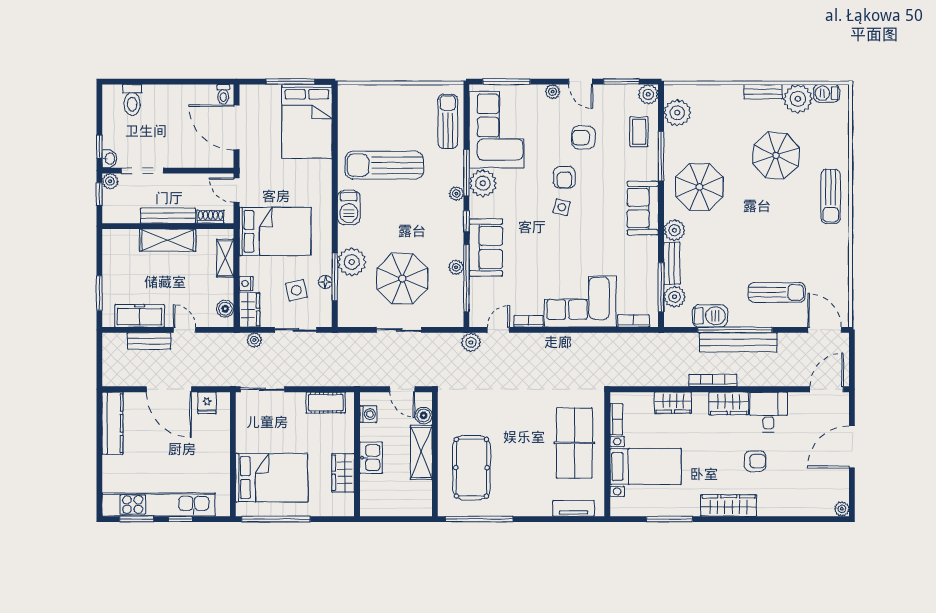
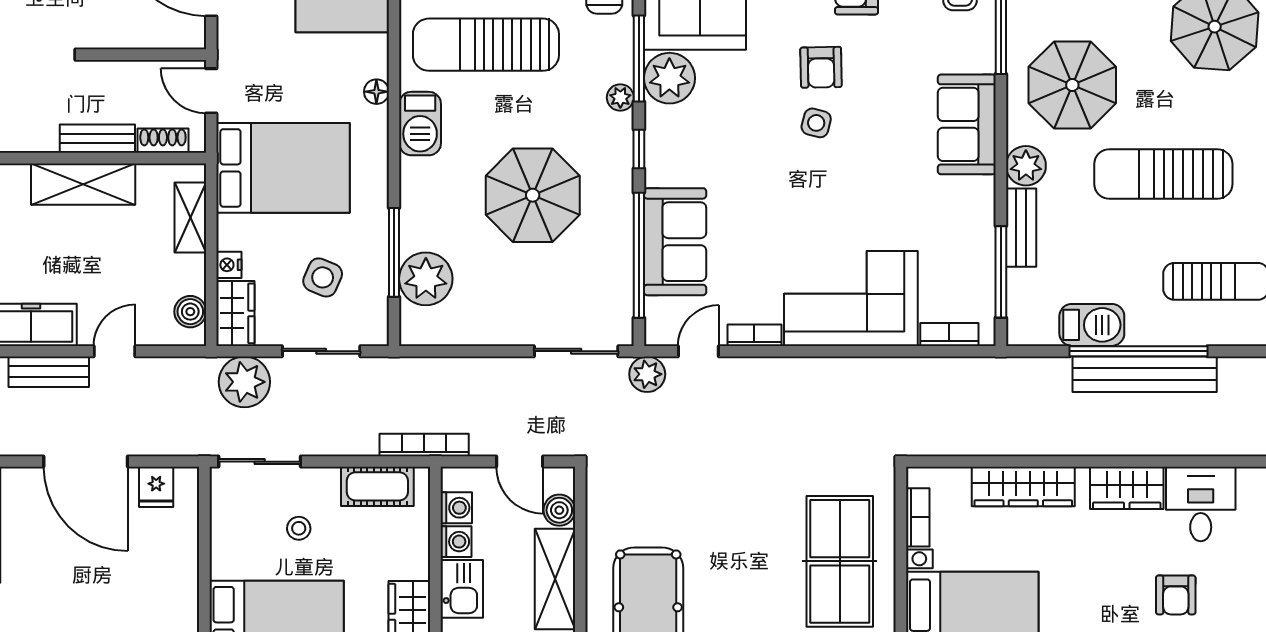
bench: (168, 216) -> (97, 139), width x0.73
sun lounger: (748, 235) -> (1163, 174), added
sofa: (486, 247) -> (675, 242), moved
plant: (352, 262) -> (426, 279), moved
plant: (456, 267) -> (620, 235), removed
parasol: (402, 279) -> (533, 195), moved
floor lamp: (325, 282) -> (376, 92), moved
side table: (296, 290) -> (323, 277), turned 36
plant: (675, 297) -> (1026, 289), removed
door: (185, 330) -> (115, 351), hinge flipped
sliding door: (399, 330) -> (576, 351), moved
plant: (254, 340) -> (244, 382), width x1.88, depth x1.88
bookcase: (713, 380) -> (424, 445), moved
wardrobe: (673, 403) -> (1023, 487), width x1.50
stool: (284, 425) -> (299, 528), added
washing machine: (368, 432) -> (456, 542), added
armchair: (755, 461) -> (1176, 595), turned 90

